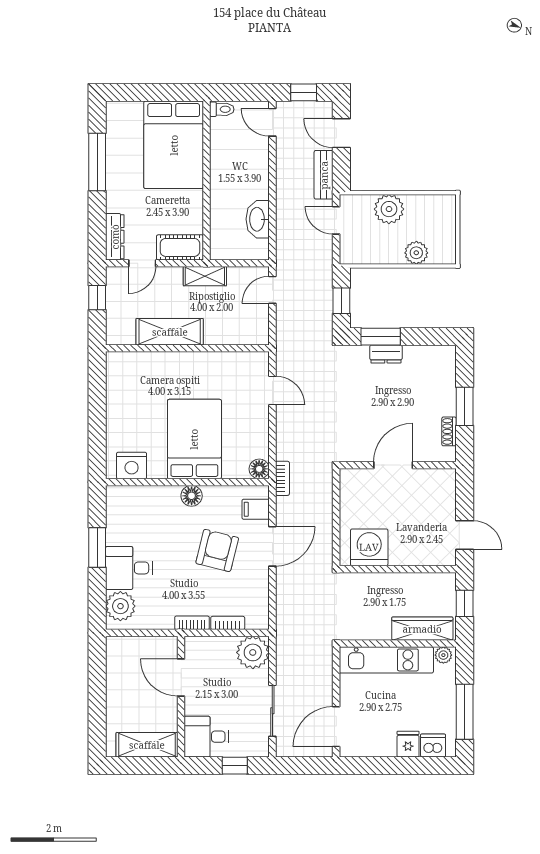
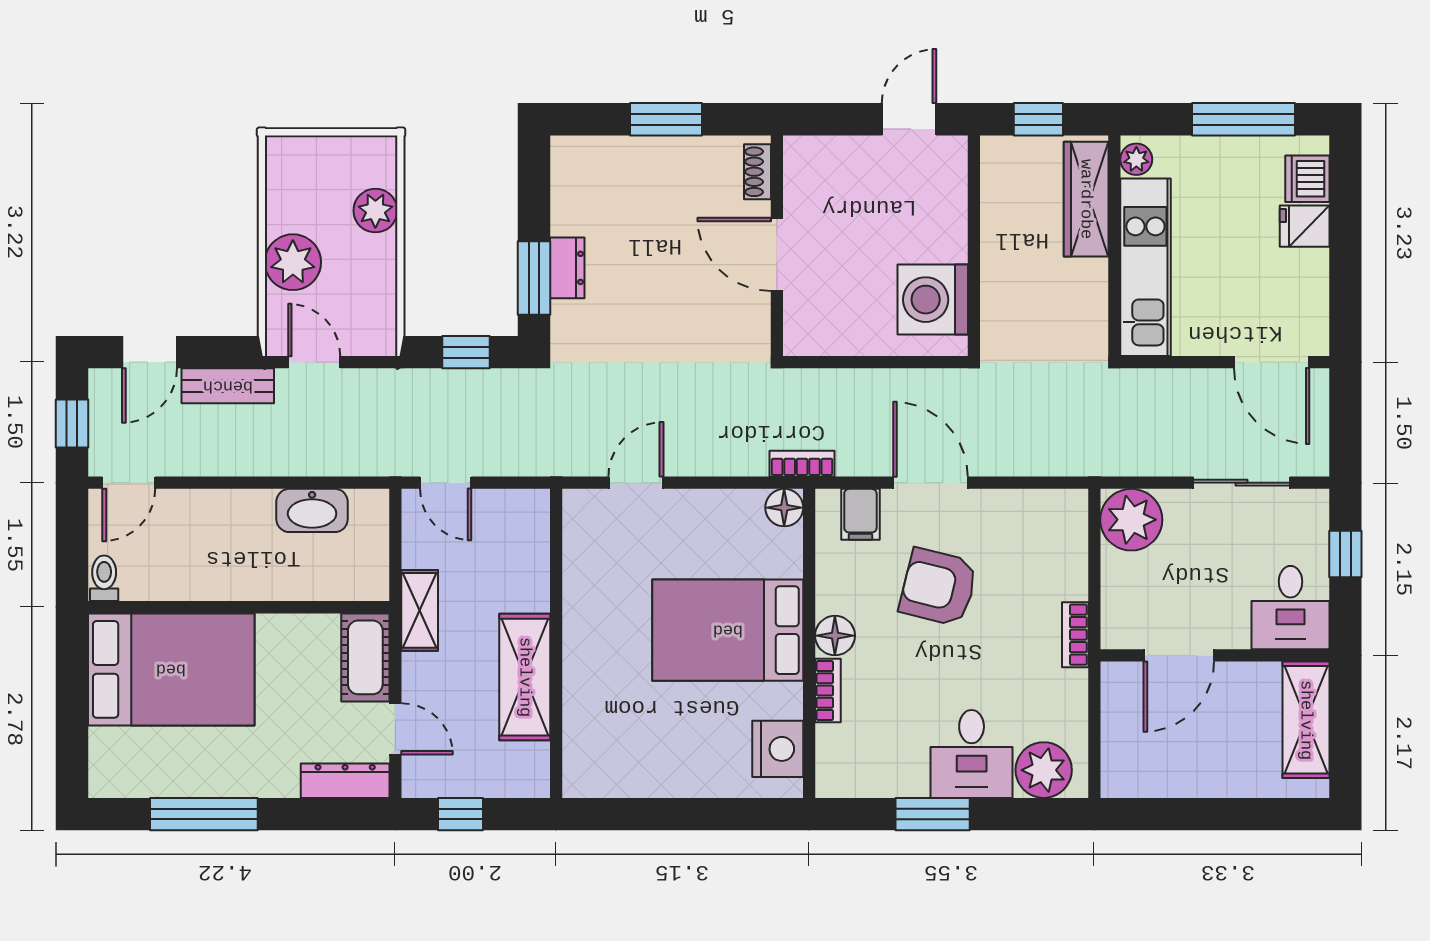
door: (336, 220) -> (314, 362), swing flipped
shoe rack: (449, 431) -> (758, 172), moved, turned 90
bookcase: (228, 623) -> (828, 691), moved, turned 180

